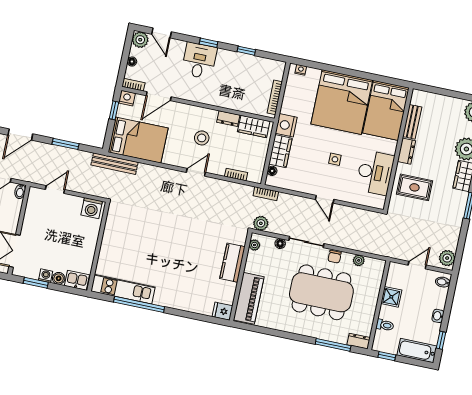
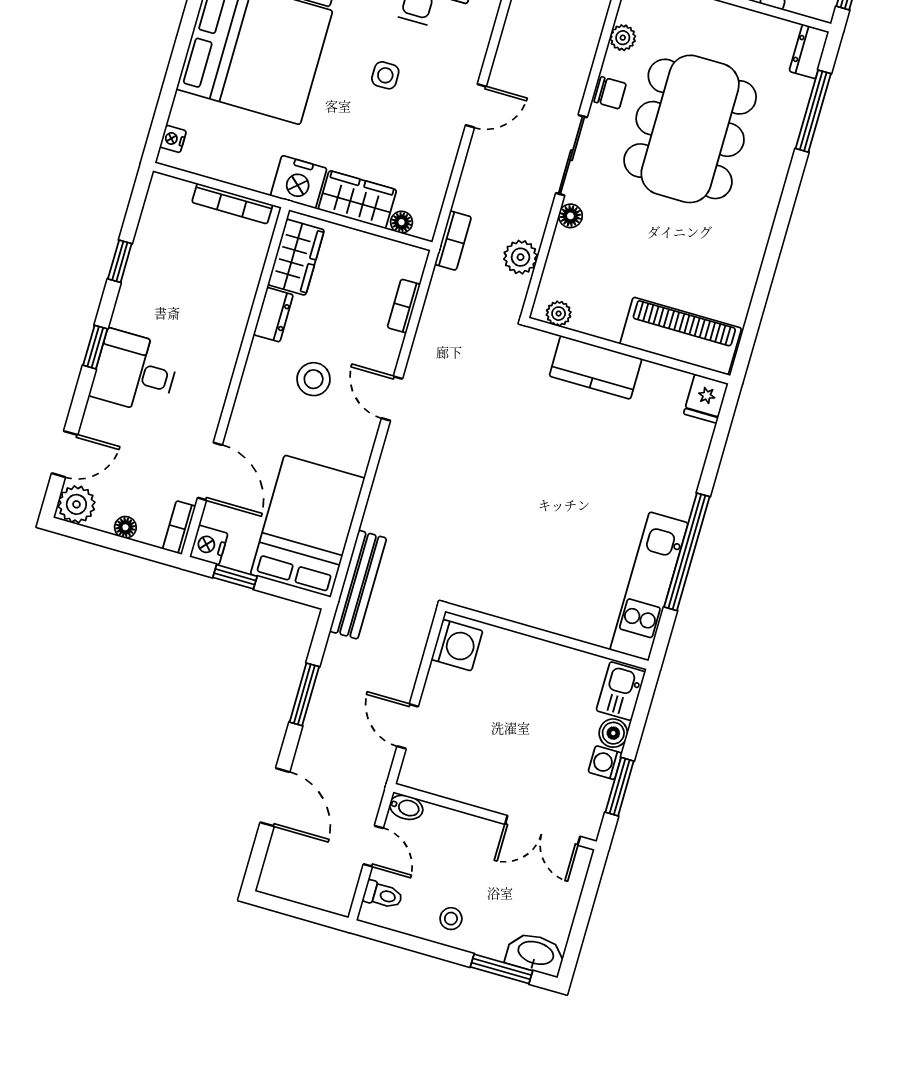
plant: (254, 245) -> (559, 314), moved
kitchen counter: (232, 263) -> (596, 367), moved
wall: (241, 276) -> (629, 351), moved
piano: (249, 298) -> (681, 336), moved
fridge: (222, 311) -> (706, 399), moved

